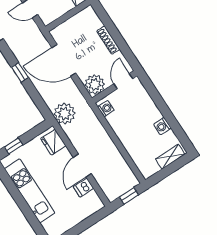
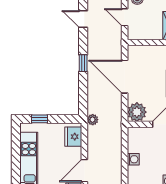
washing machine: (106, 109) -> (133, 159), moved
plant: (65, 114) -> (93, 120), width x0.53, depth x0.53

